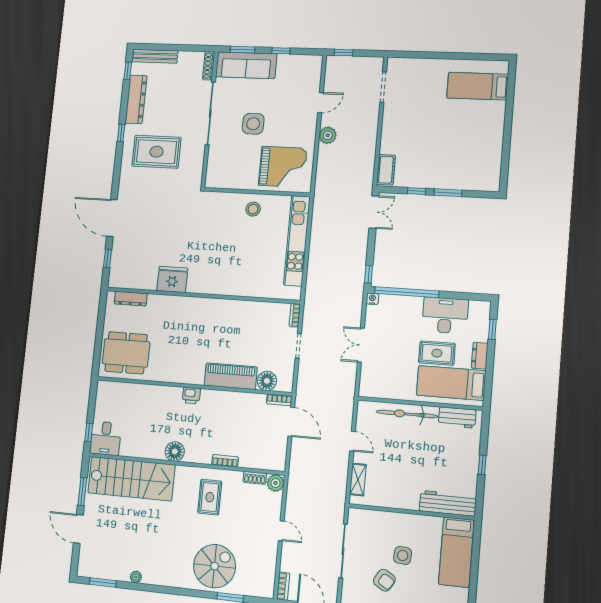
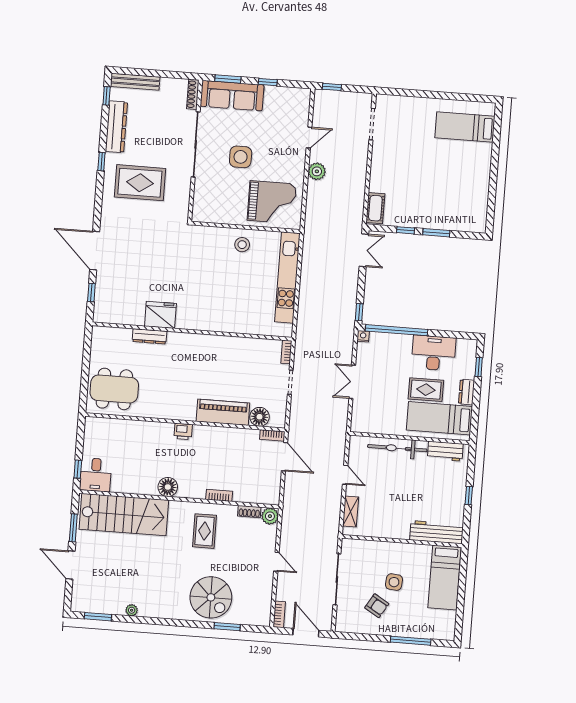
dresser: (131, 299) -> (150, 336), moved
spiral stairs: (215, 566) -> (211, 597), turned 90

